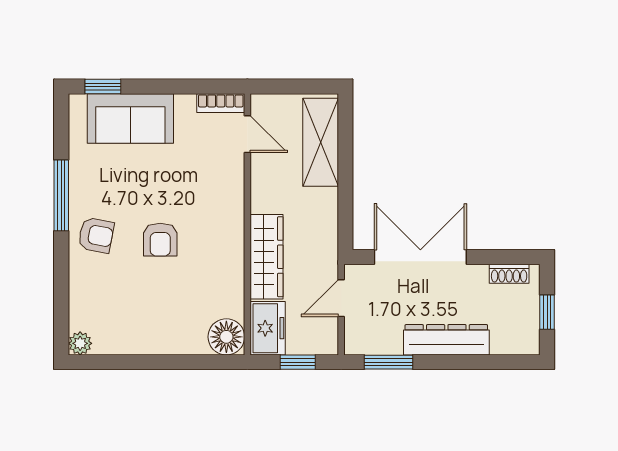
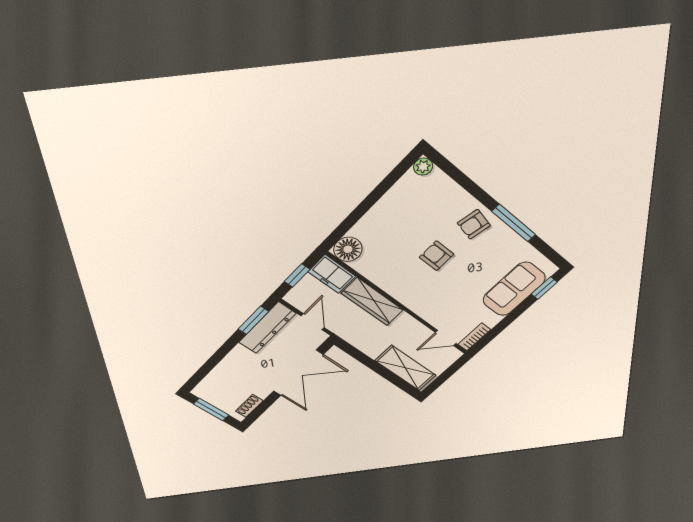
window: (547, 312) -> (211, 410), width x1.50
dresser: (446, 340) -> (267, 328), moved

